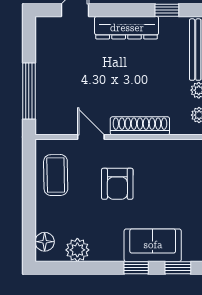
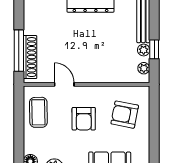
shoe rack: (140, 126) -> (30, 57), moved, turned 90
armchair: (173, 178) -> (125, 115), added

